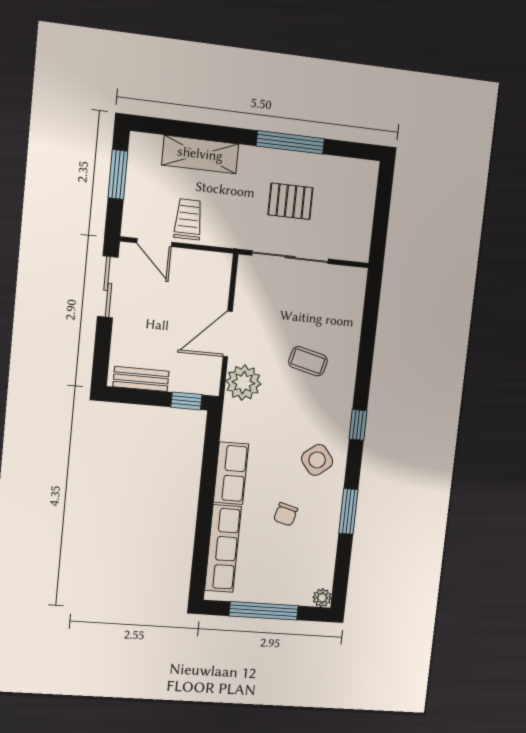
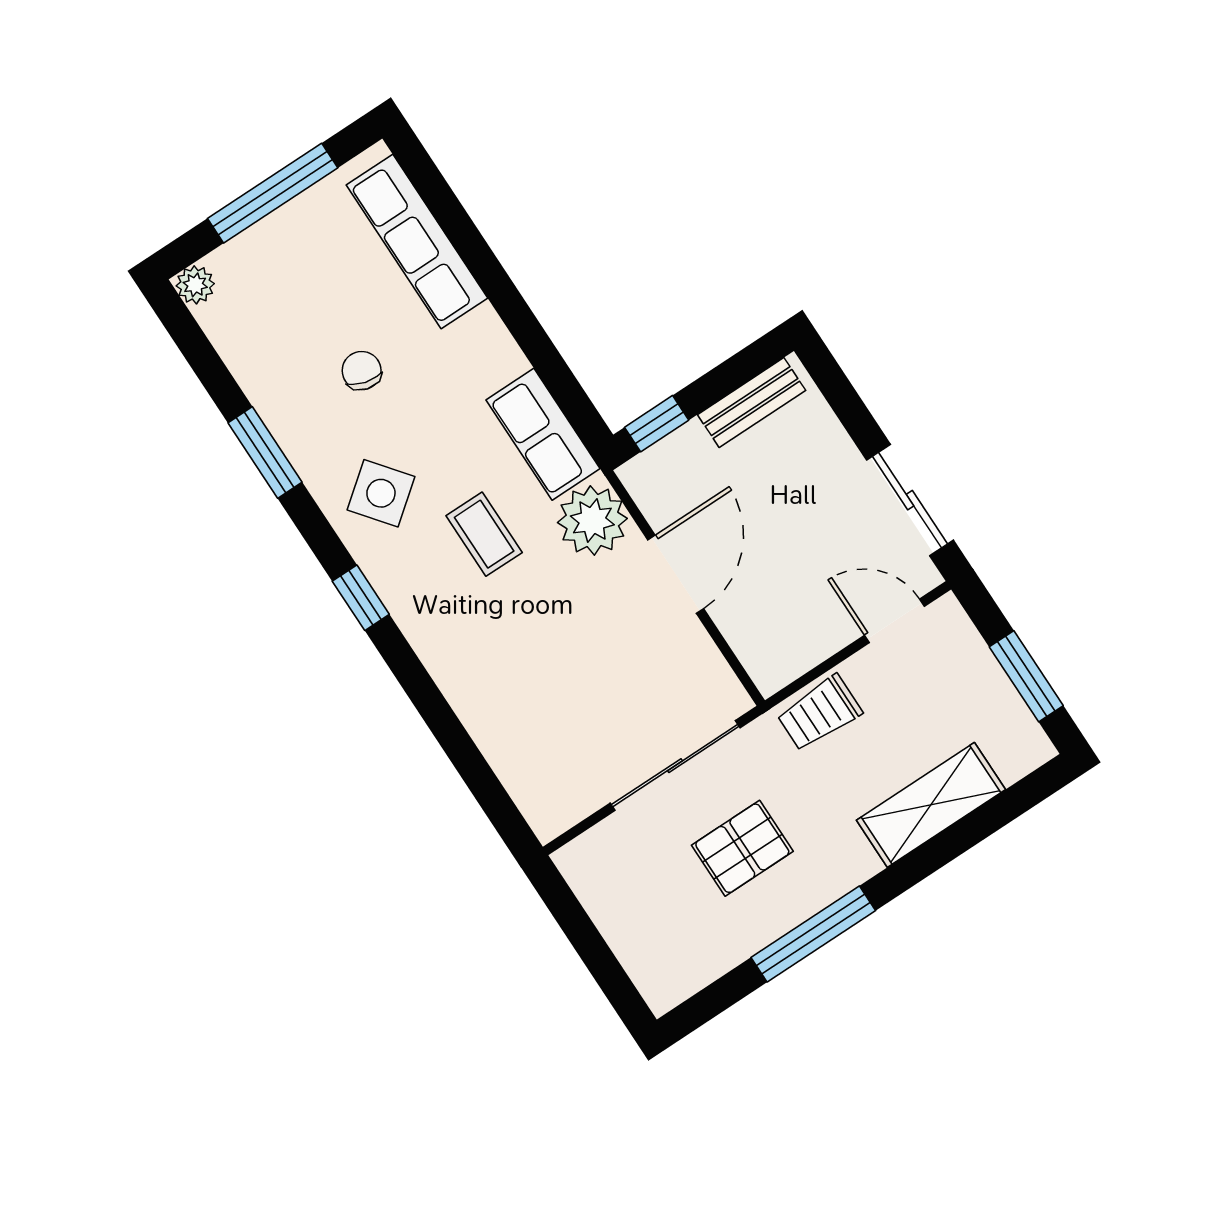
trolley: (188, 219) -> (819, 713), moved, turned 90
coffee table: (308, 361) -> (484, 534), moved, turned 76
row of seats: (231, 473) -> (543, 434), moved

